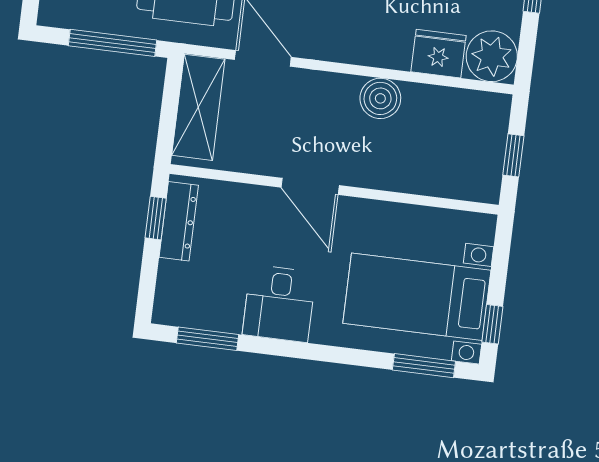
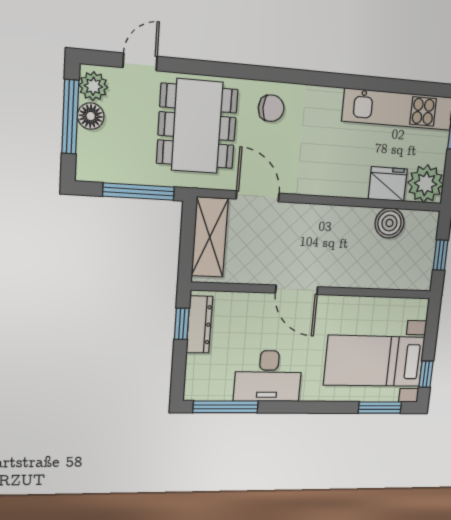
boiler: (380, 98) -> (389, 223), moved
desk: (279, 303) -> (268, 376), width x1.37
window: (208, 339) -> (226, 407), width x1.44

